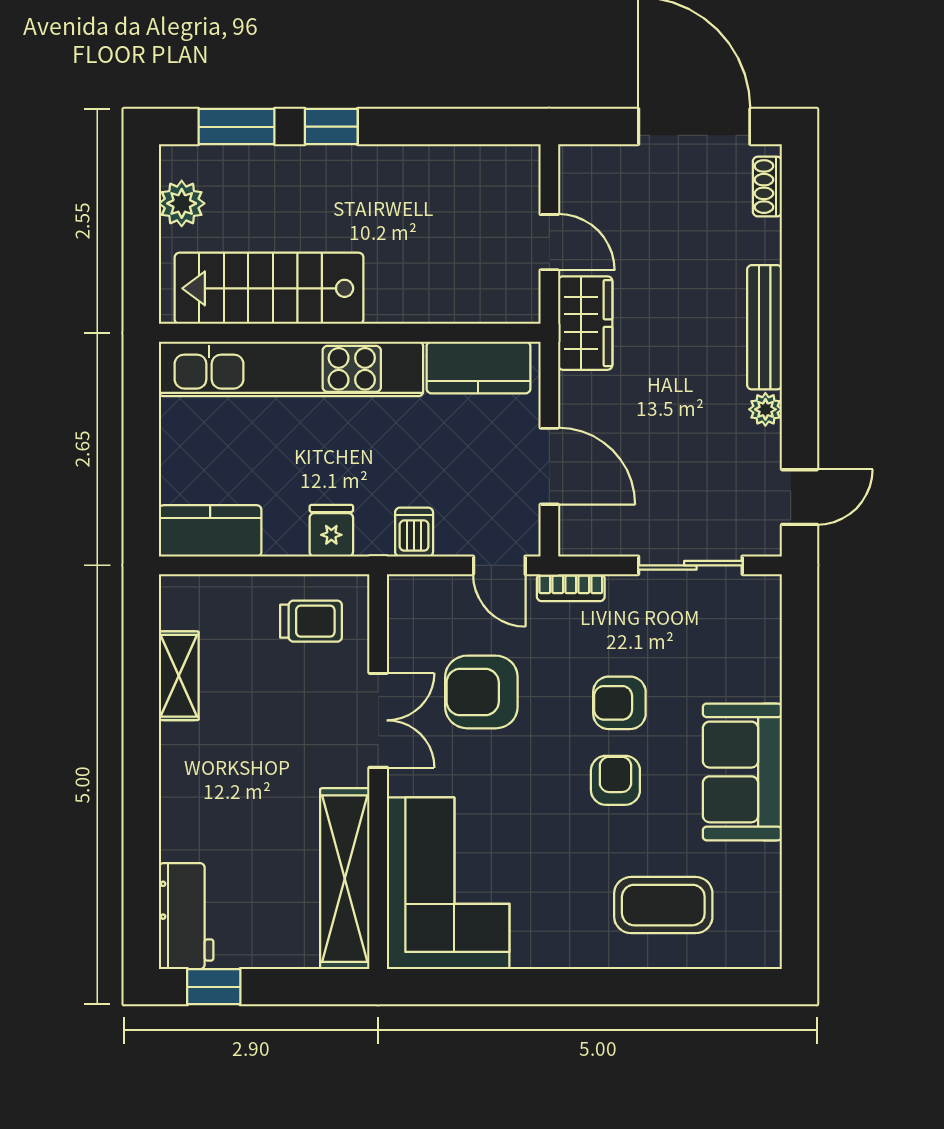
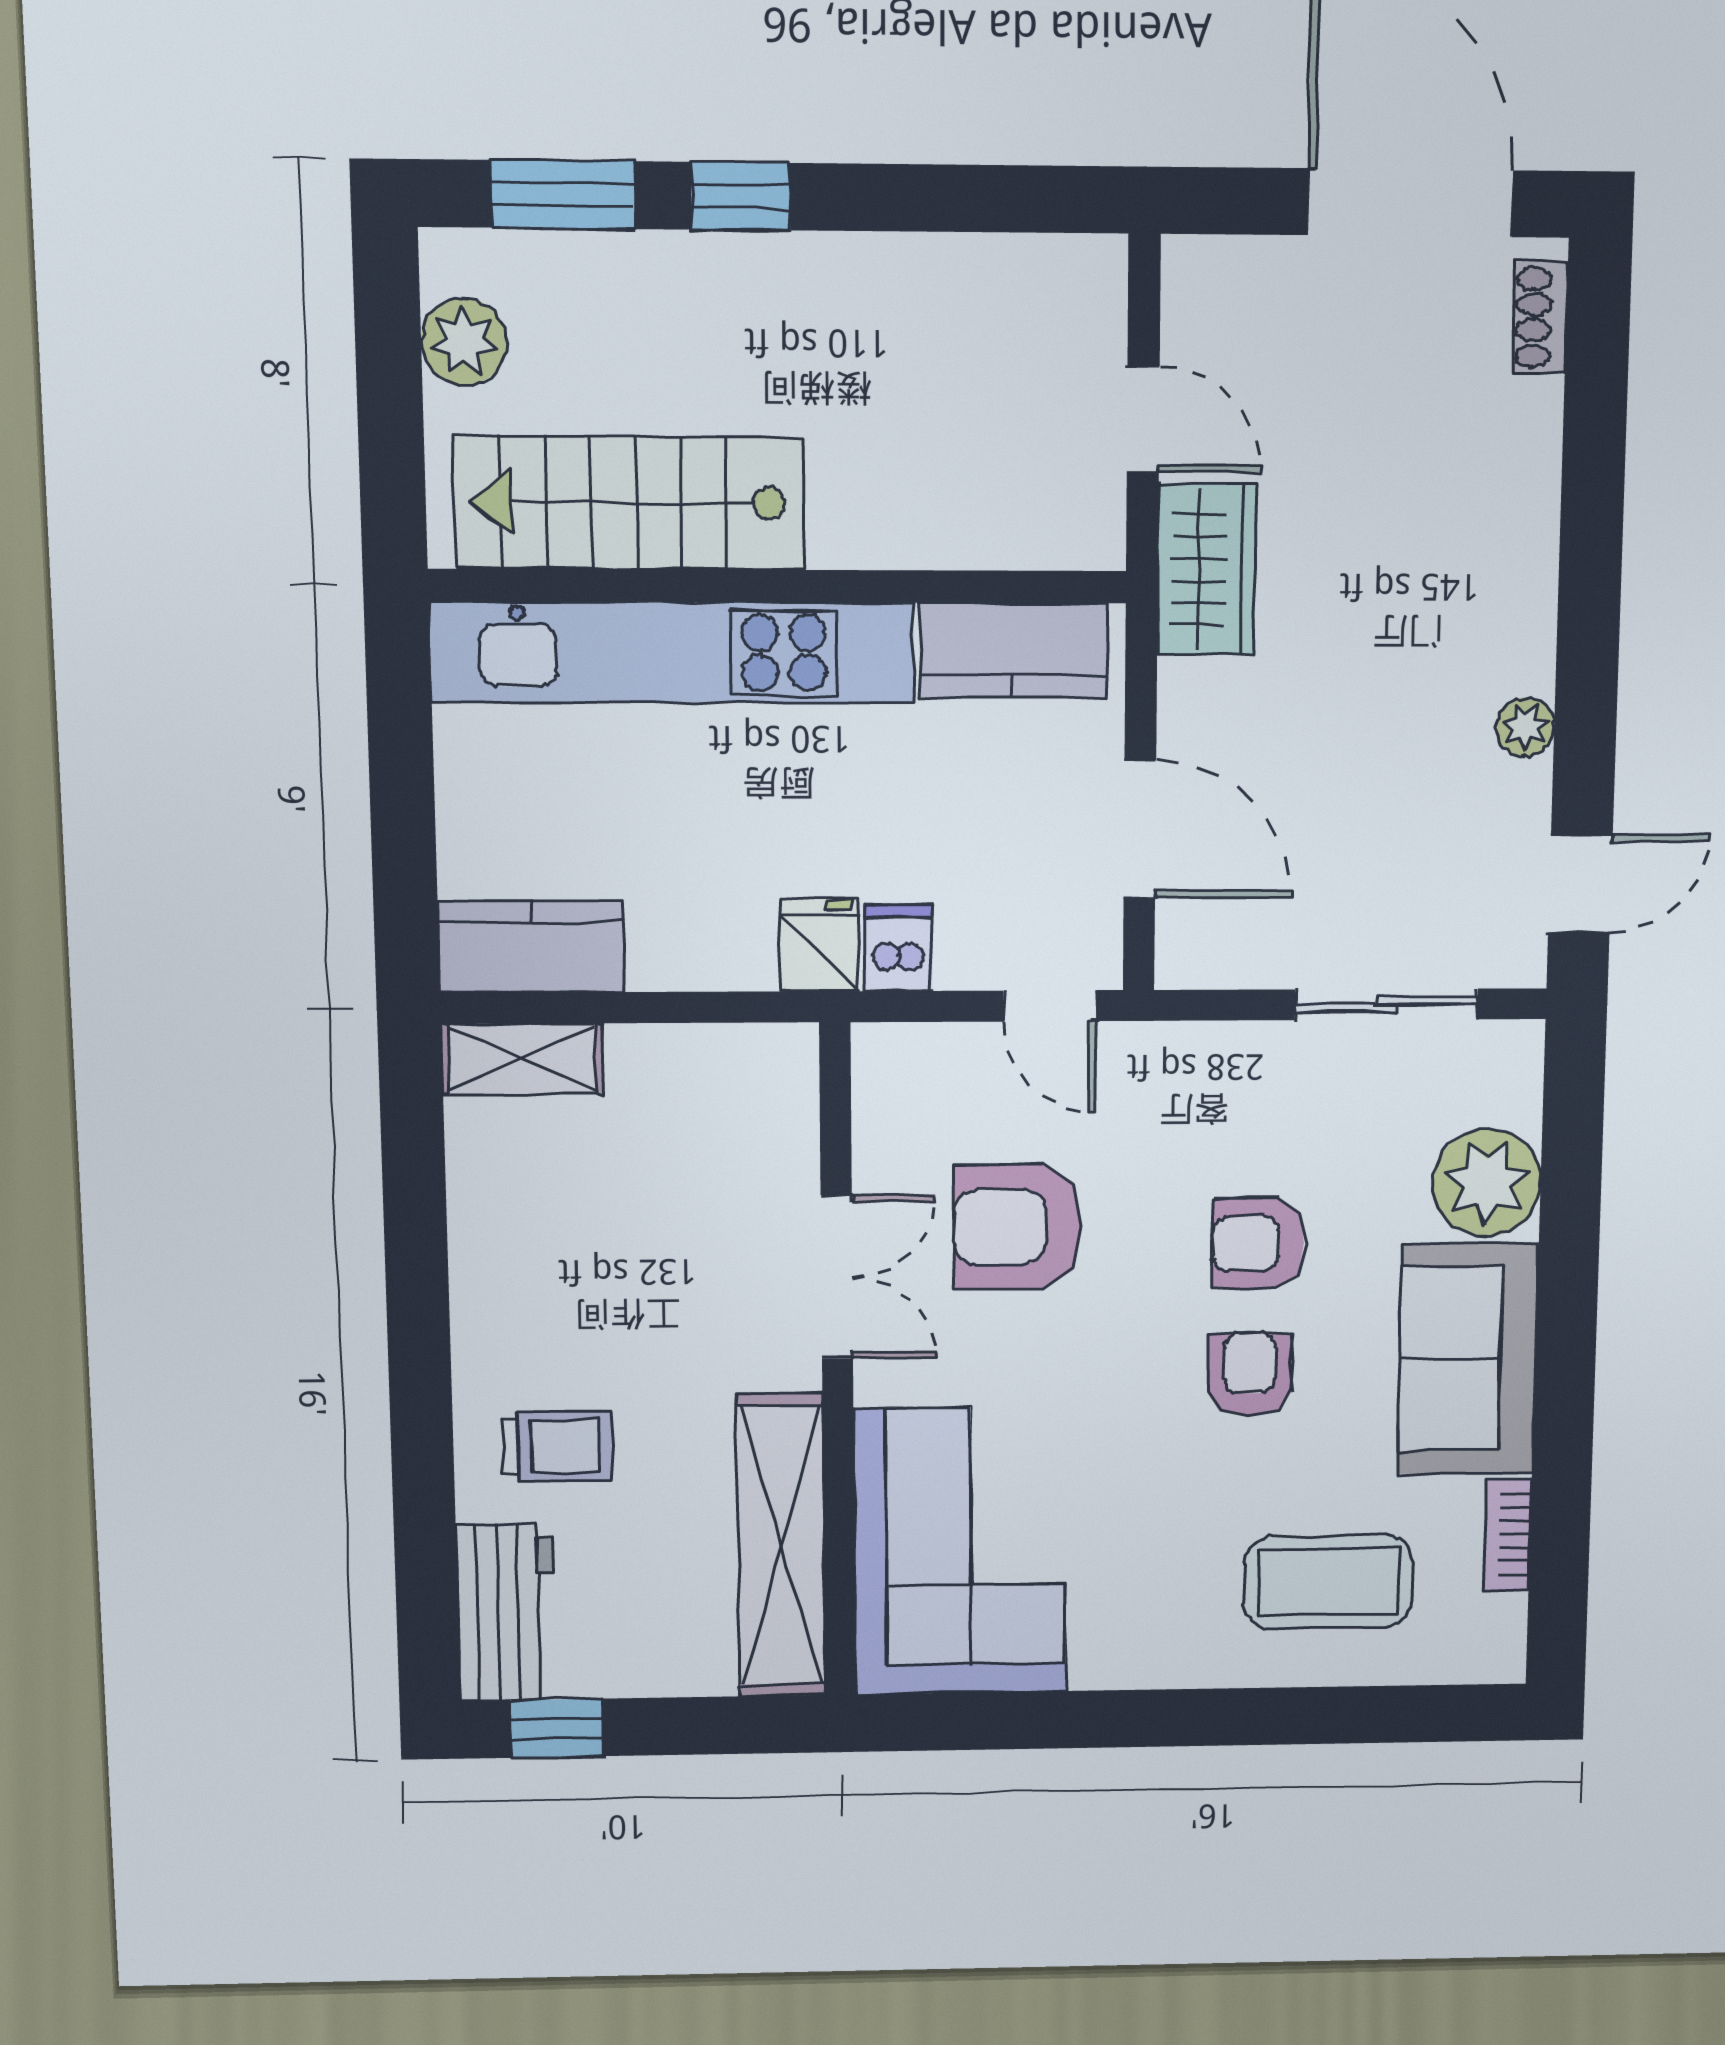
bench: (764, 327) -> (1528, 578), removed
fridge: (331, 531) -> (819, 945), moved
bookcase: (571, 588) -> (1507, 1534), moved, turned 90
trolley: (311, 621) -> (557, 1447), moved
plant: (750, 669) -> (1487, 1183), added
shelving: (179, 676) -> (522, 1059), moved, turned 90

